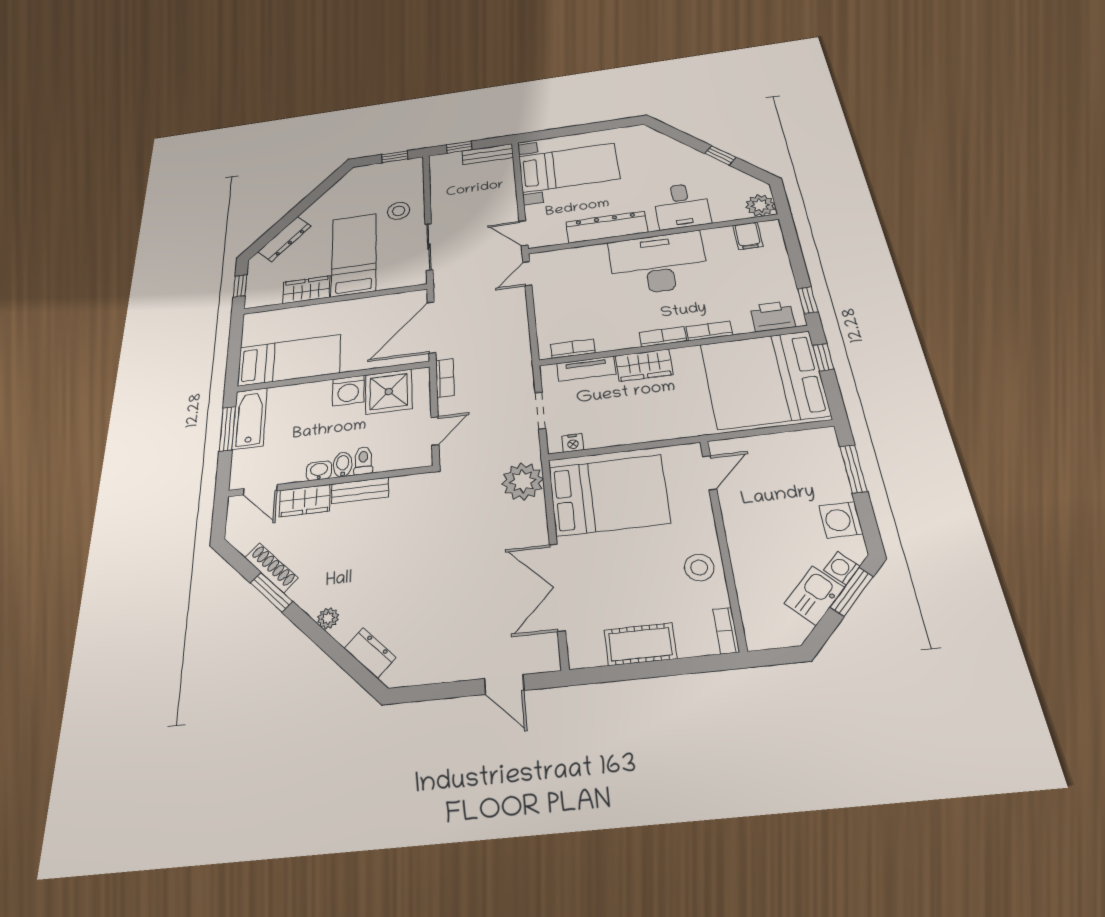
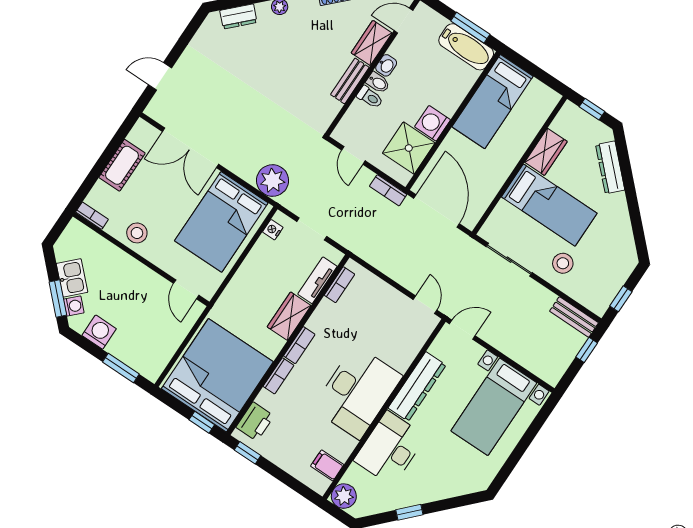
bench: (488, 154) -> (574, 317), moved, turned 90
desk: (682, 206) -> (390, 448), width x1.37
double door: (557, 587) -> (191, 148), swing flipped

